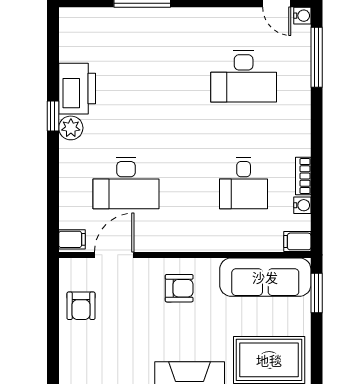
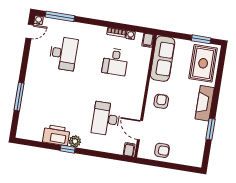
desk: (126, 183) -> (106, 119), turned 180
desk: (244, 183) -> (115, 62), turned 90
window: (317, 293) -> (201, 39), moved

